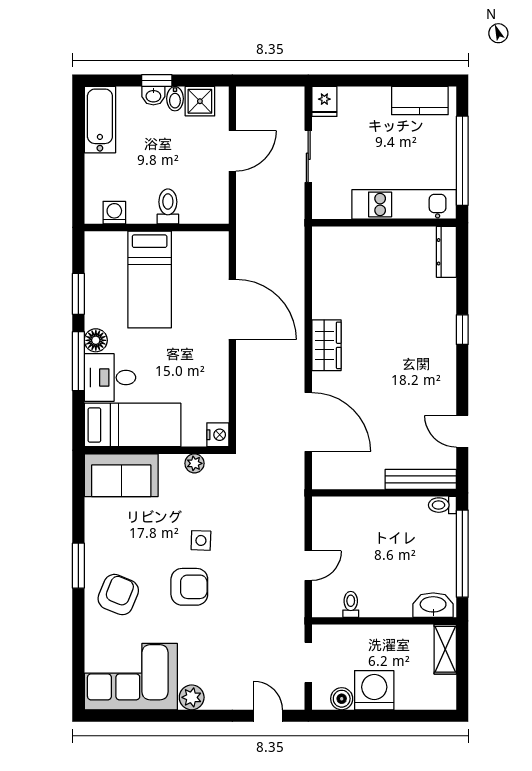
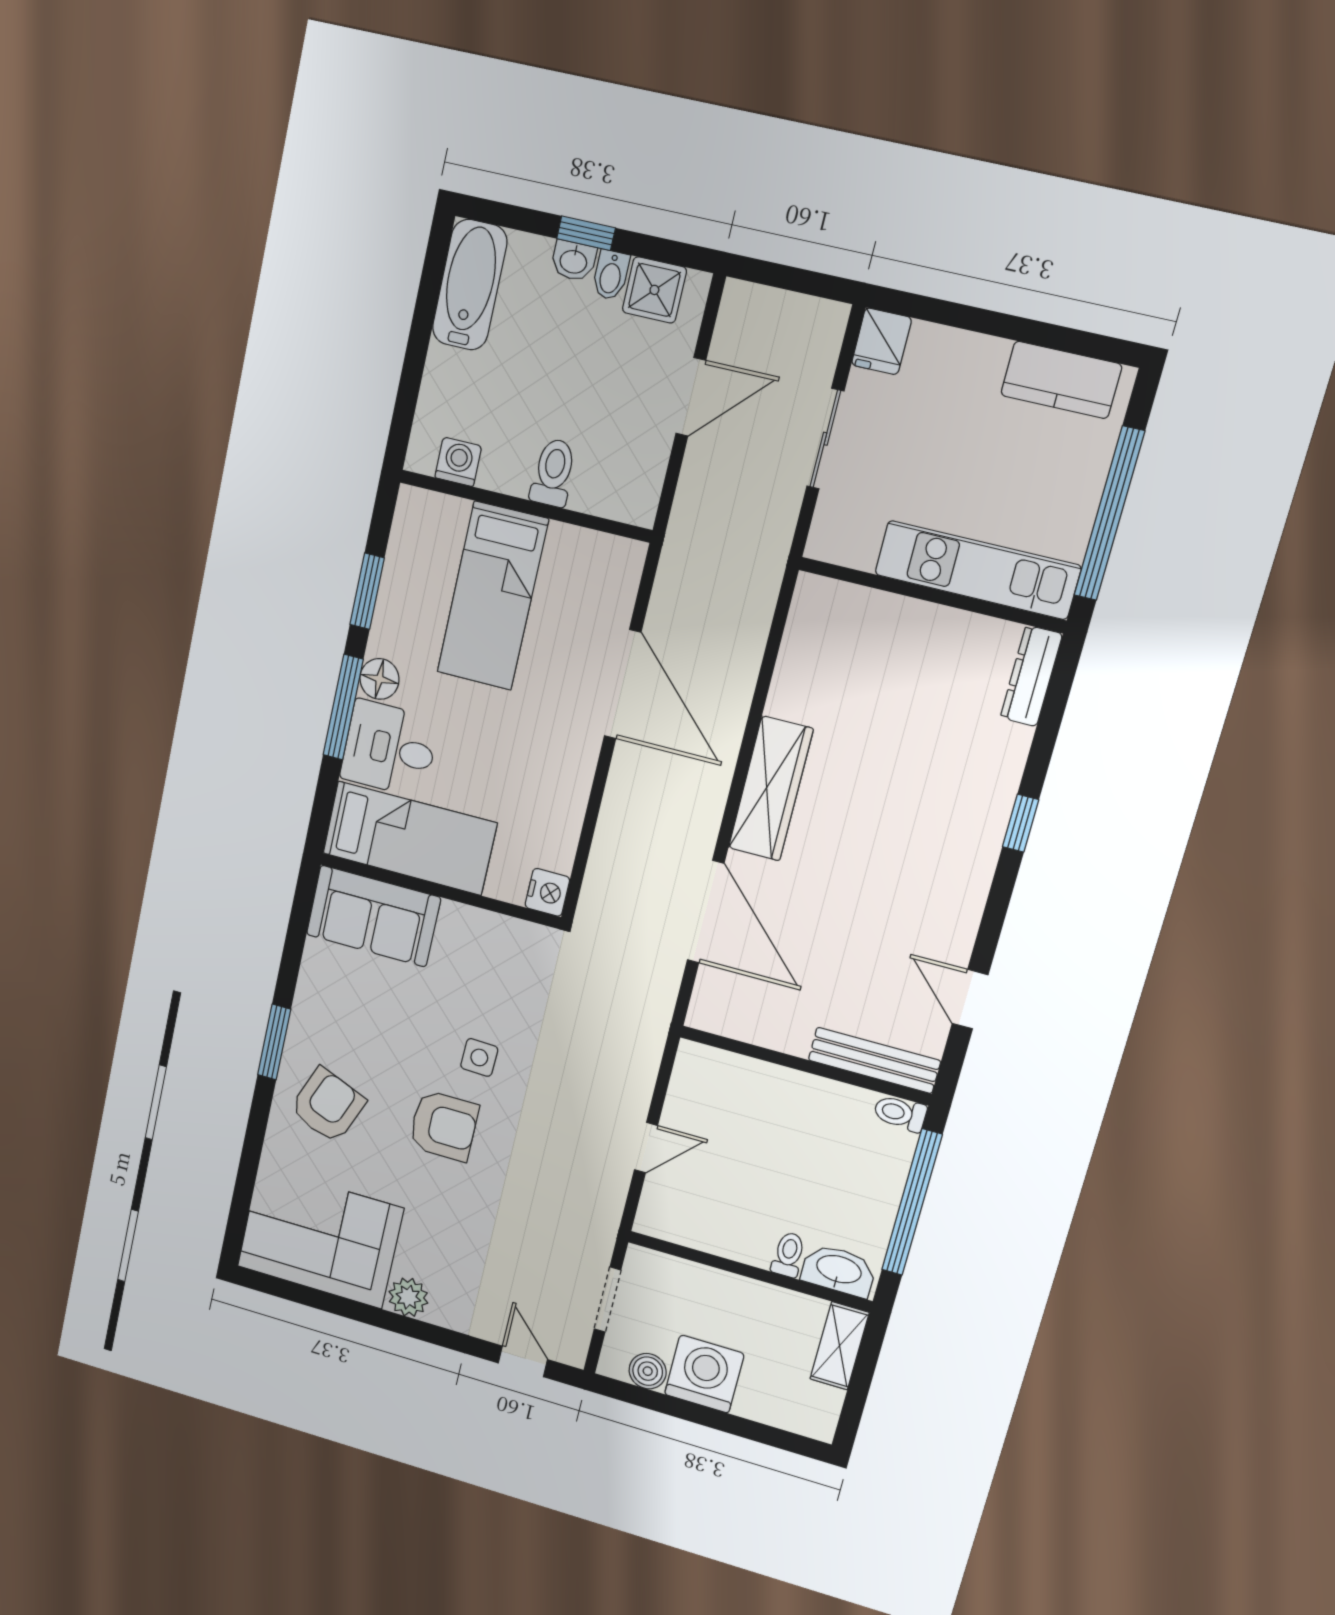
wardrobe: (326, 345) -> (771, 789), width x1.50
plant: (194, 463) -> (498, 929), removed
toilet: (351, 604) -> (788, 1255), moved

